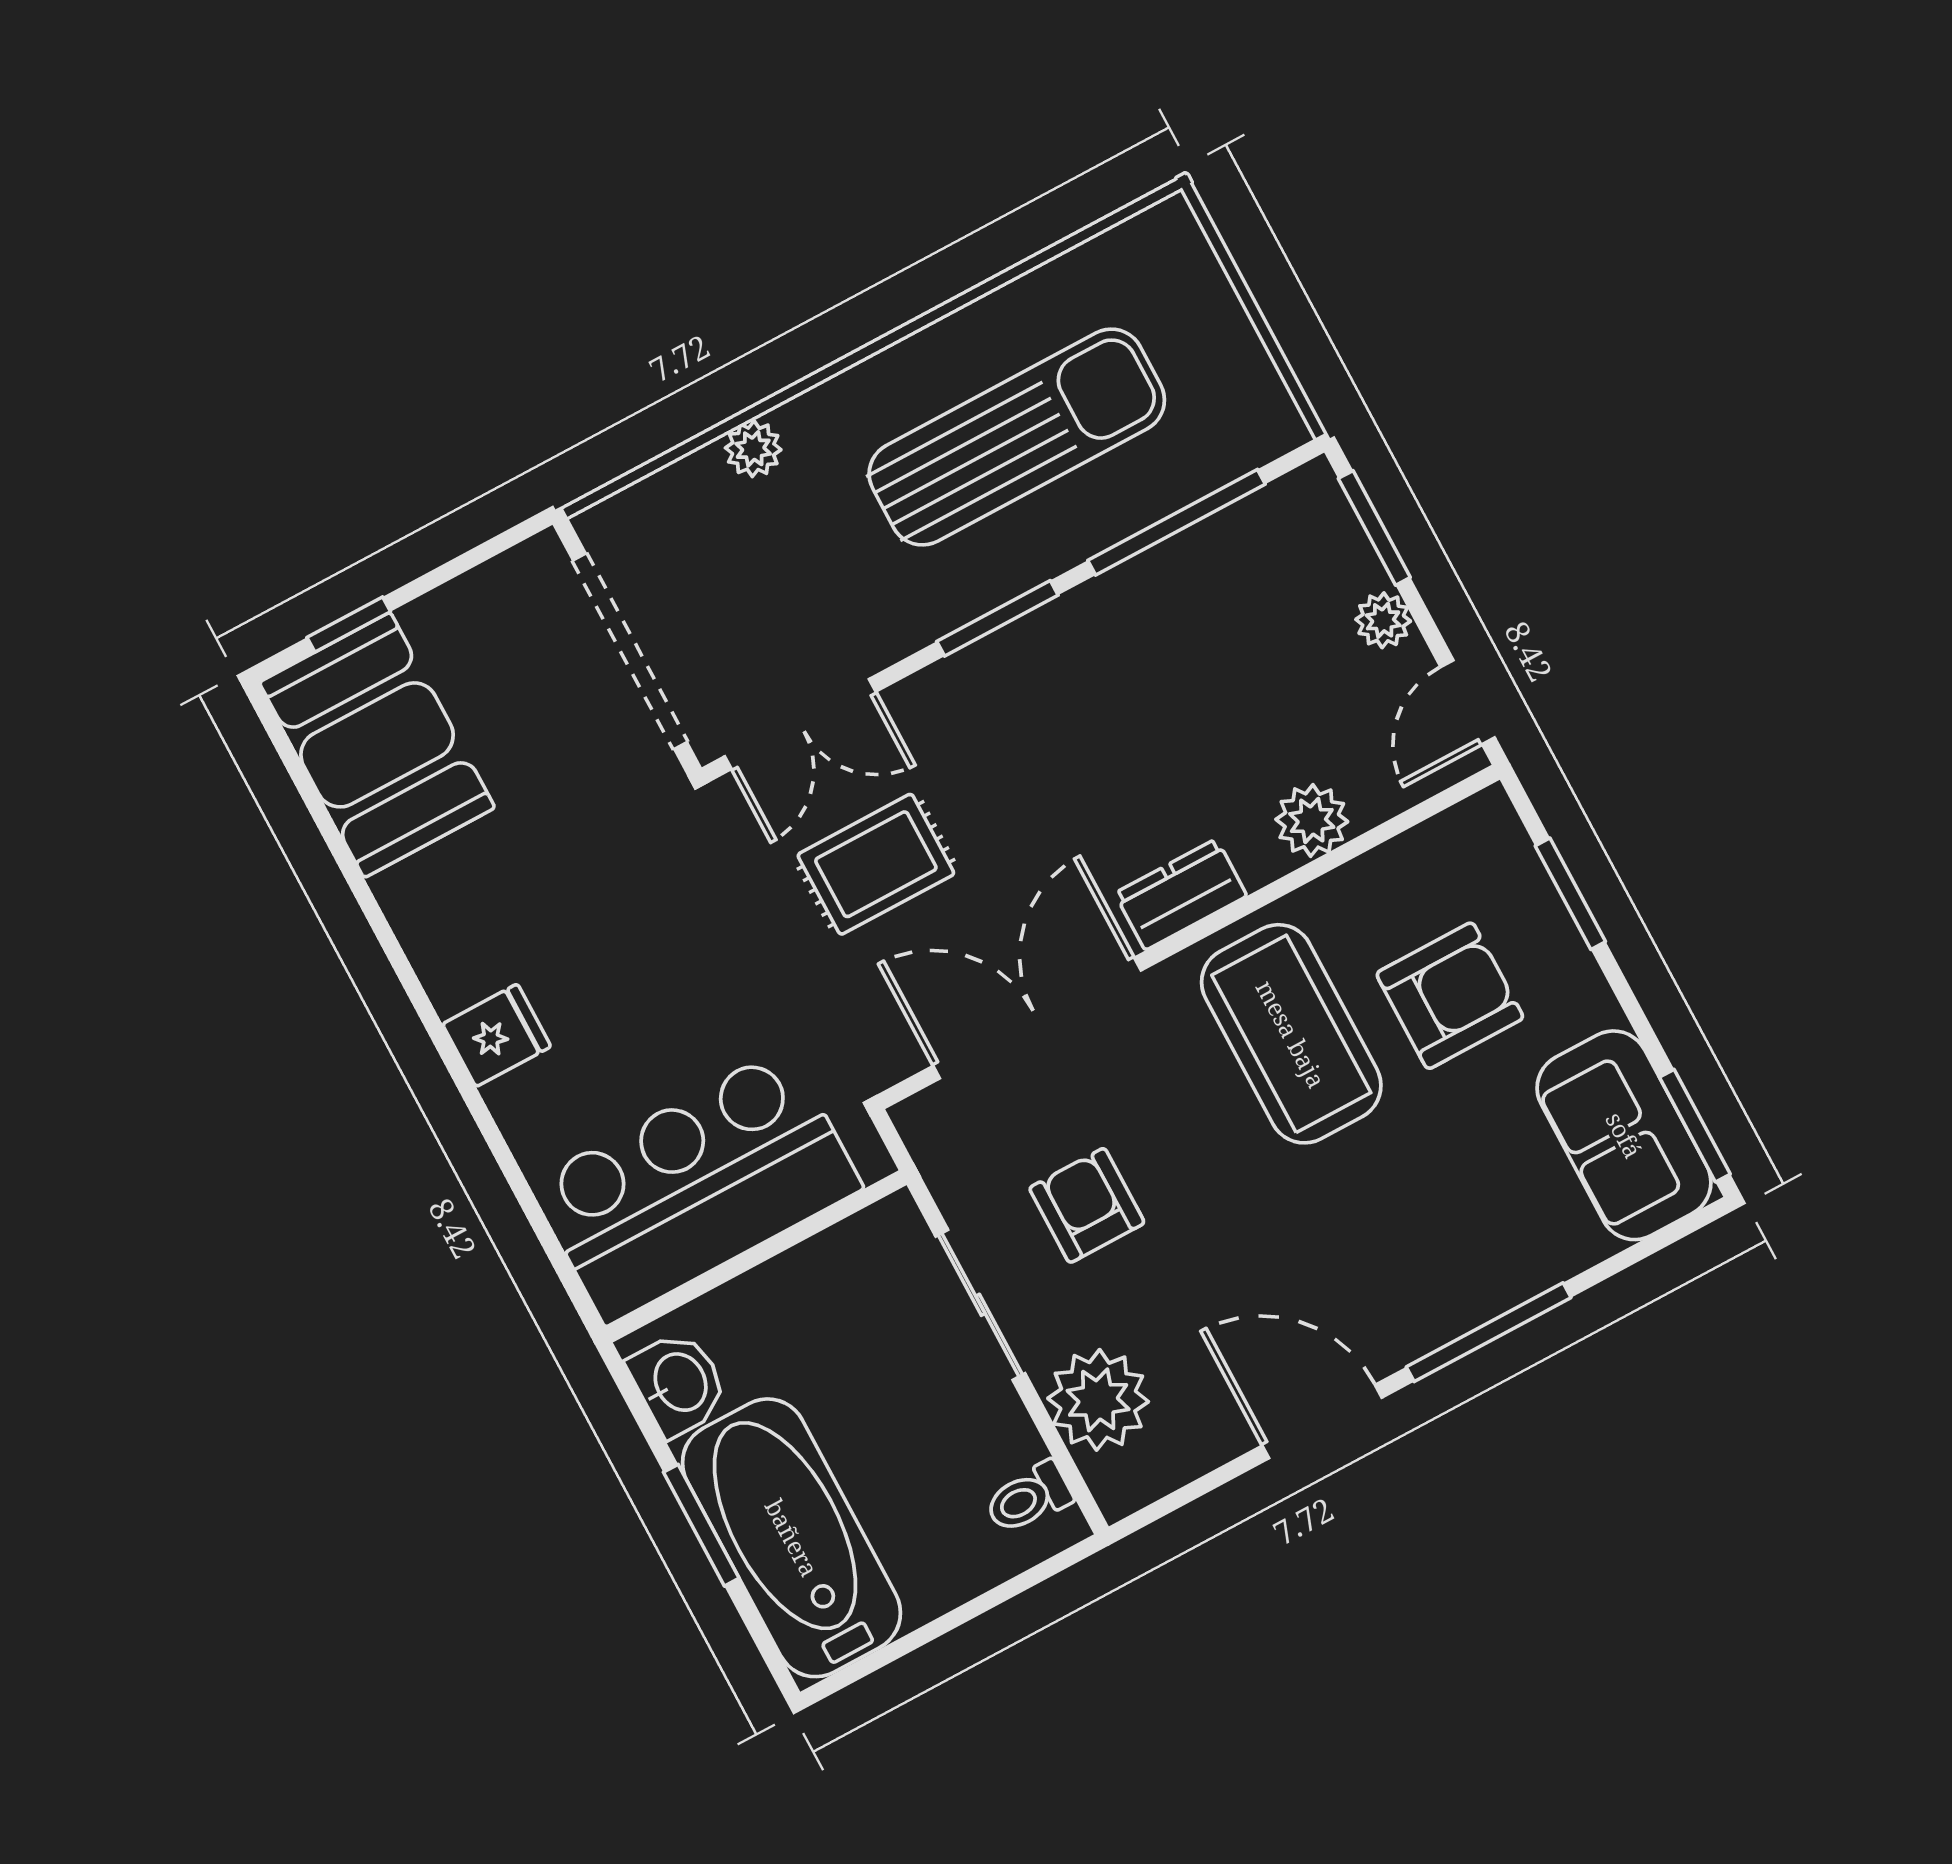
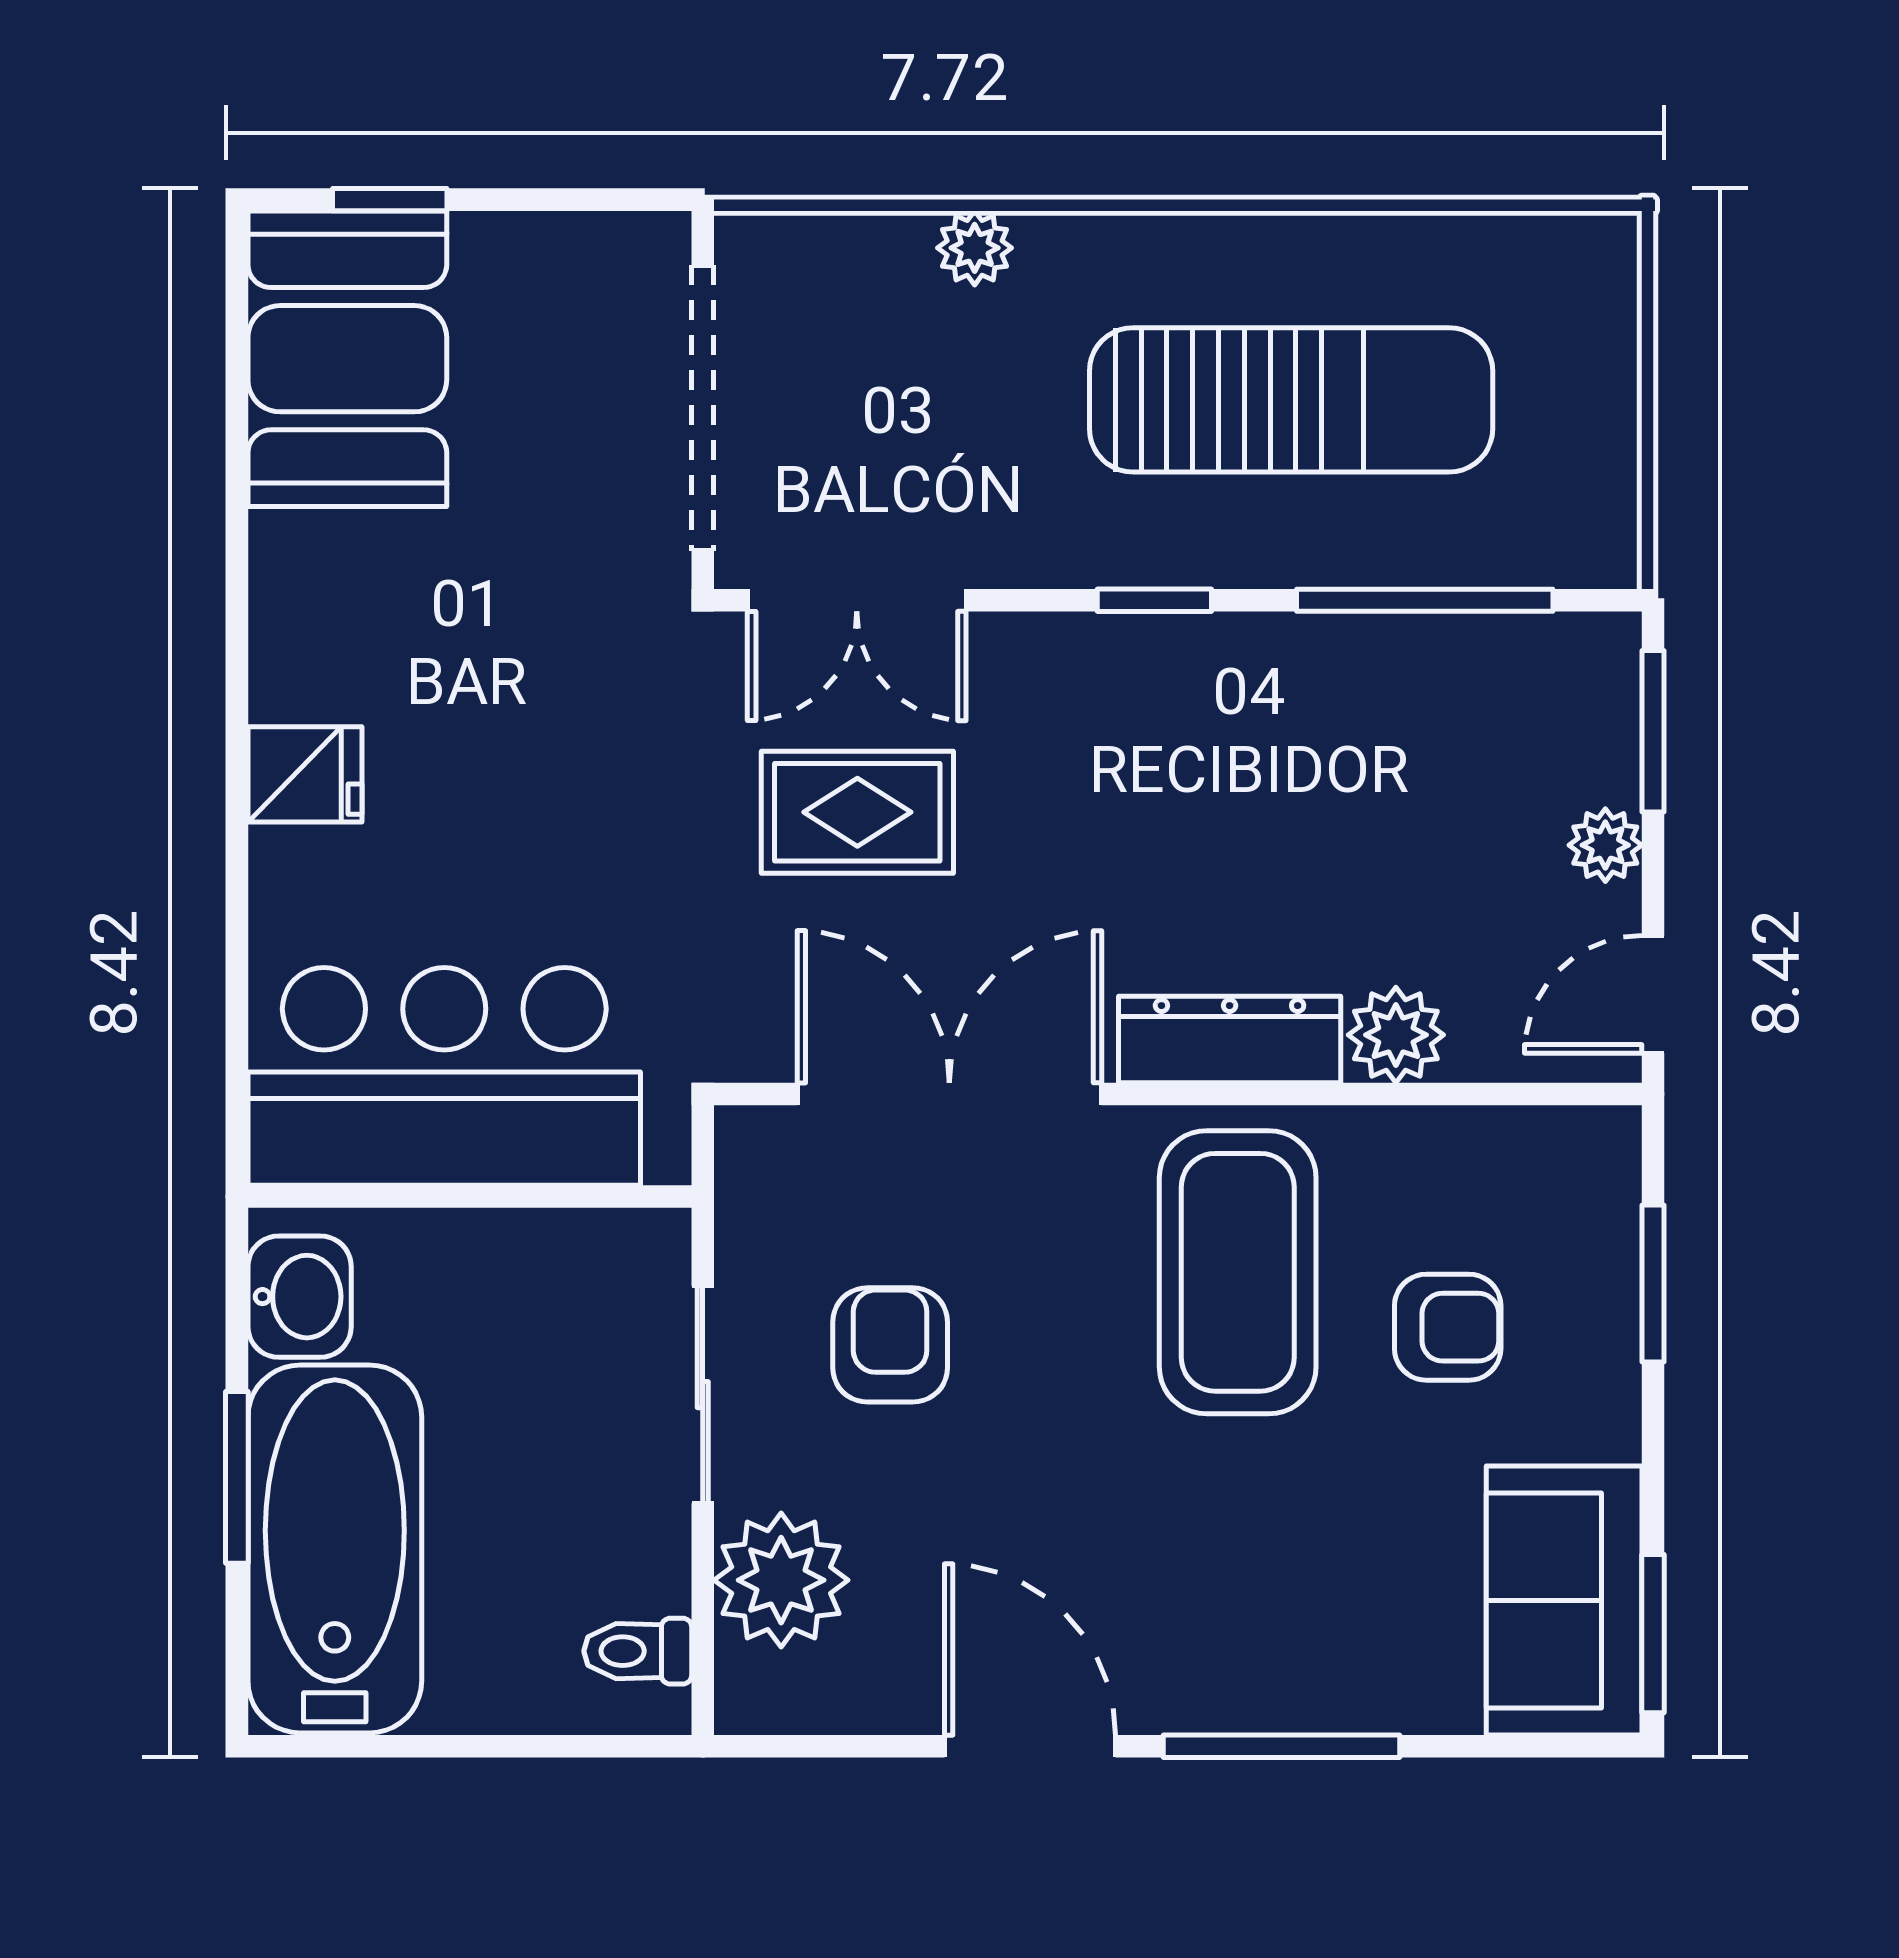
window: (997, 618) -> (1154, 600), width x0.67
dresser: (1181, 894) -> (1230, 1039), width x1.44
armchair: (1450, 996) -> (1448, 1327), width x0.72, depth x0.72

